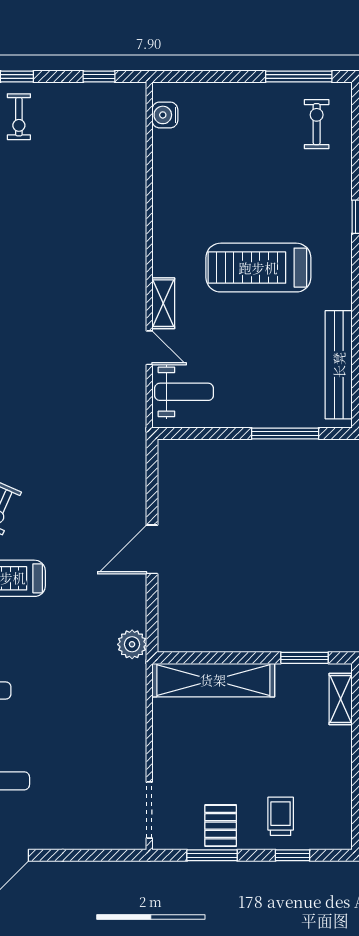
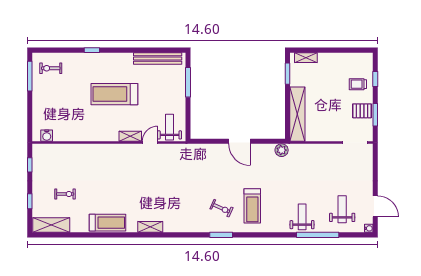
exercise bike: (19, 117) -> (65, 194), moved
treadmill: (258, 268) -> (114, 94), turned 90

